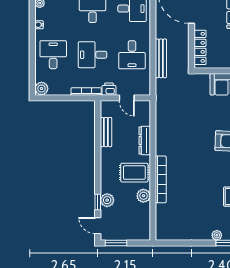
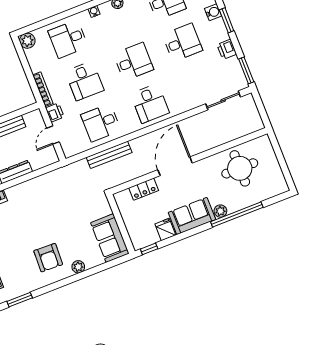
locker: (200, 47) -> (144, 189), width x0.66
desk: (53, 55) -> (68, 39), turned 180
desk: (93, 55) -> (84, 81), turned 180

